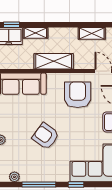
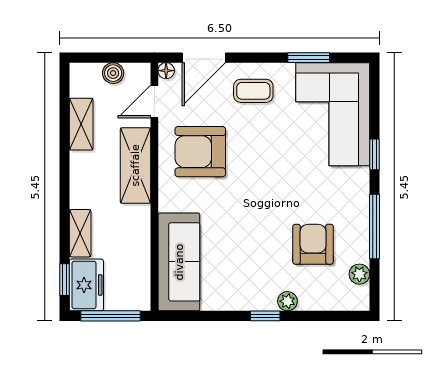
shelving: (54, 61) -> (135, 165), moved
armchair: (46, 136) -> (313, 244), moved, turned 144

